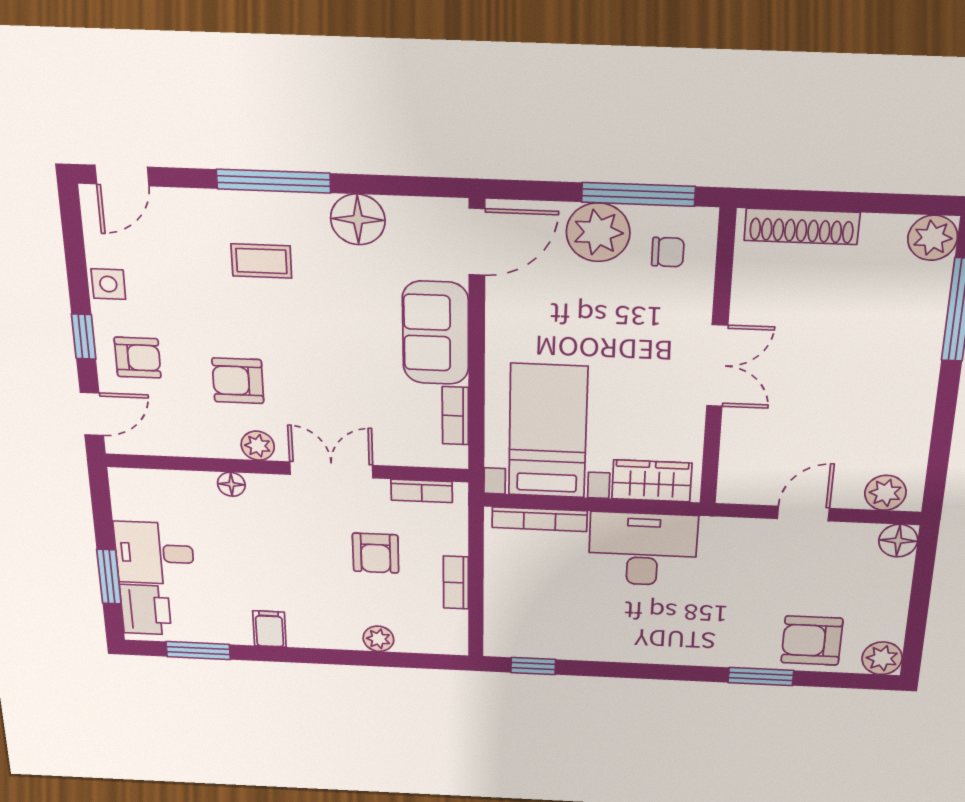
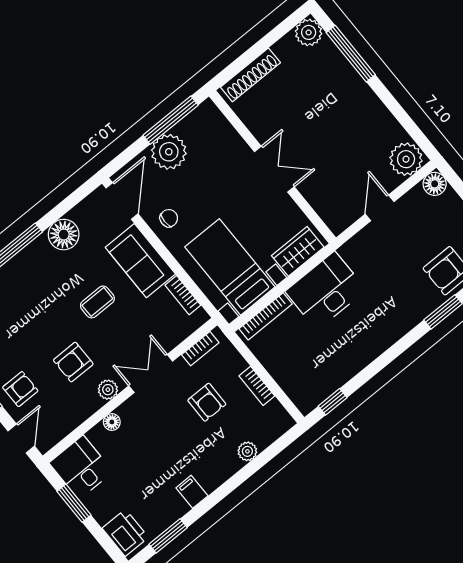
chair: (668, 252) -> (169, 218), moved
coffee table: (261, 261) -> (97, 302), moved
plant: (885, 493) -> (406, 159), width x1.36, depth x1.36
desk: (154, 553) -> (81, 467), moved, turned 90
window: (109, 577) -> (74, 503), moved

